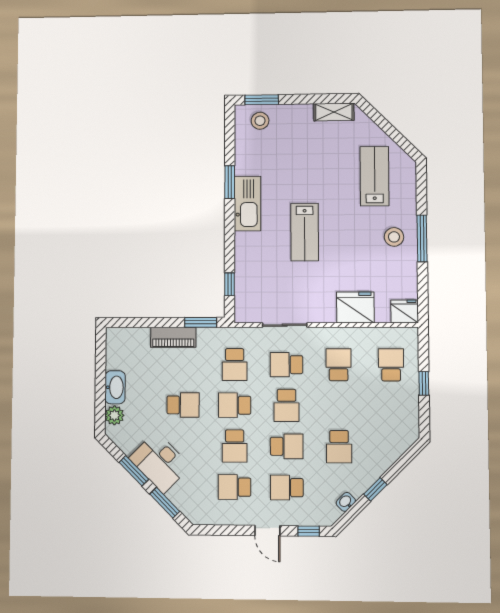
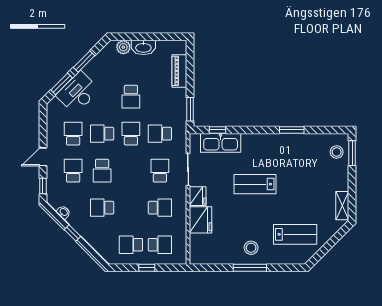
kitchen sink: (247, 204) -> (221, 143), moved
fridge: (405, 312) -> (198, 196), moved
piano: (173, 337) -> (179, 71), moved
school desk: (287, 405) -> (131, 245), moved
desk: (160, 462) -> (78, 93), moved

